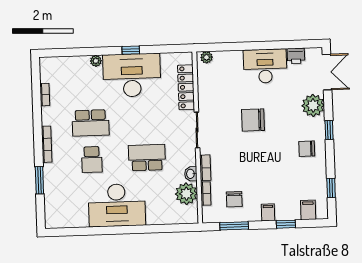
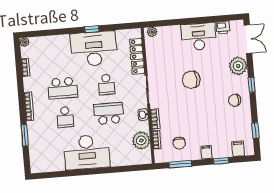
plant: (96, 61) -> (24, 42), moved
school desk: (146, 121) -> (106, 85), added
washbasin: (191, 174) -> (143, 115), moved

